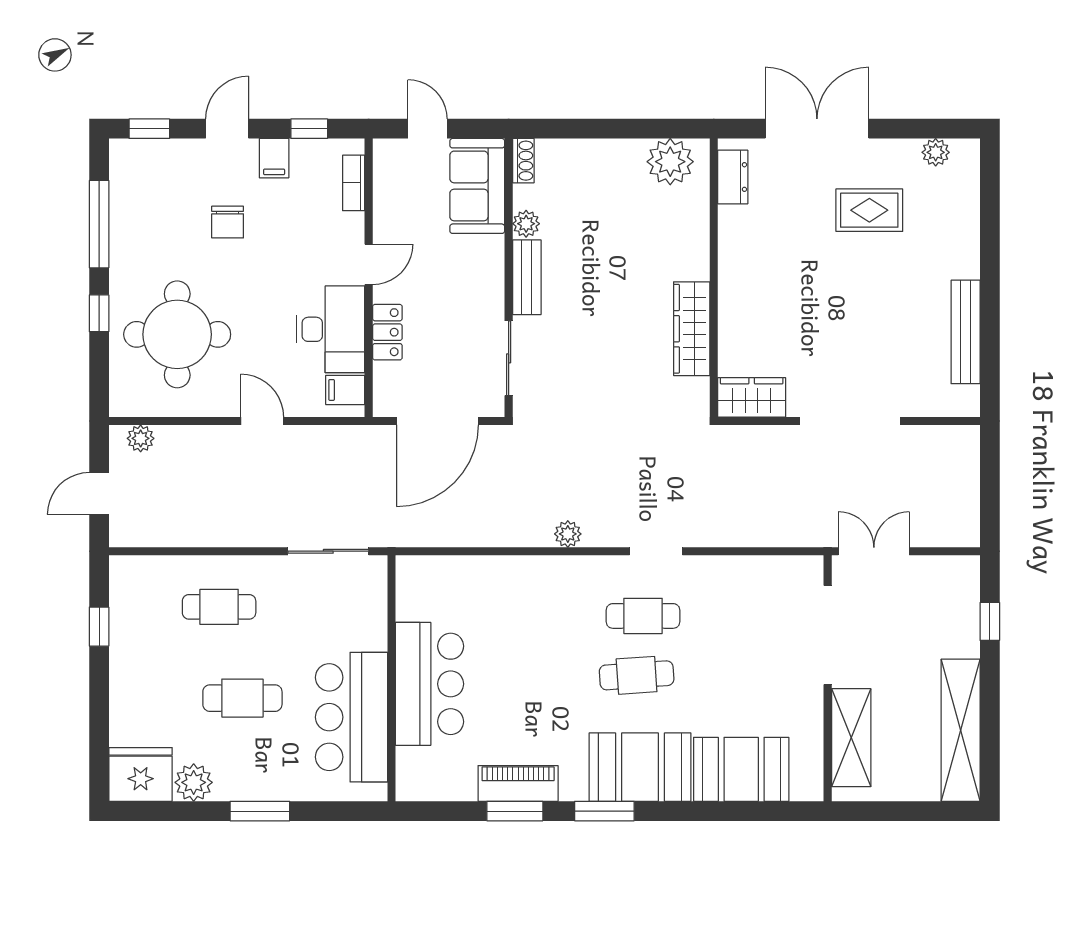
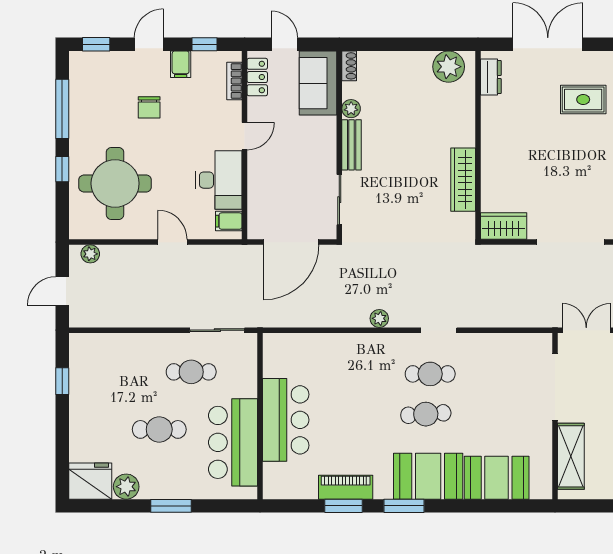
locker: (387, 332) -> (257, 77), moved
cafe table: (219, 607) -> (191, 372), moved

